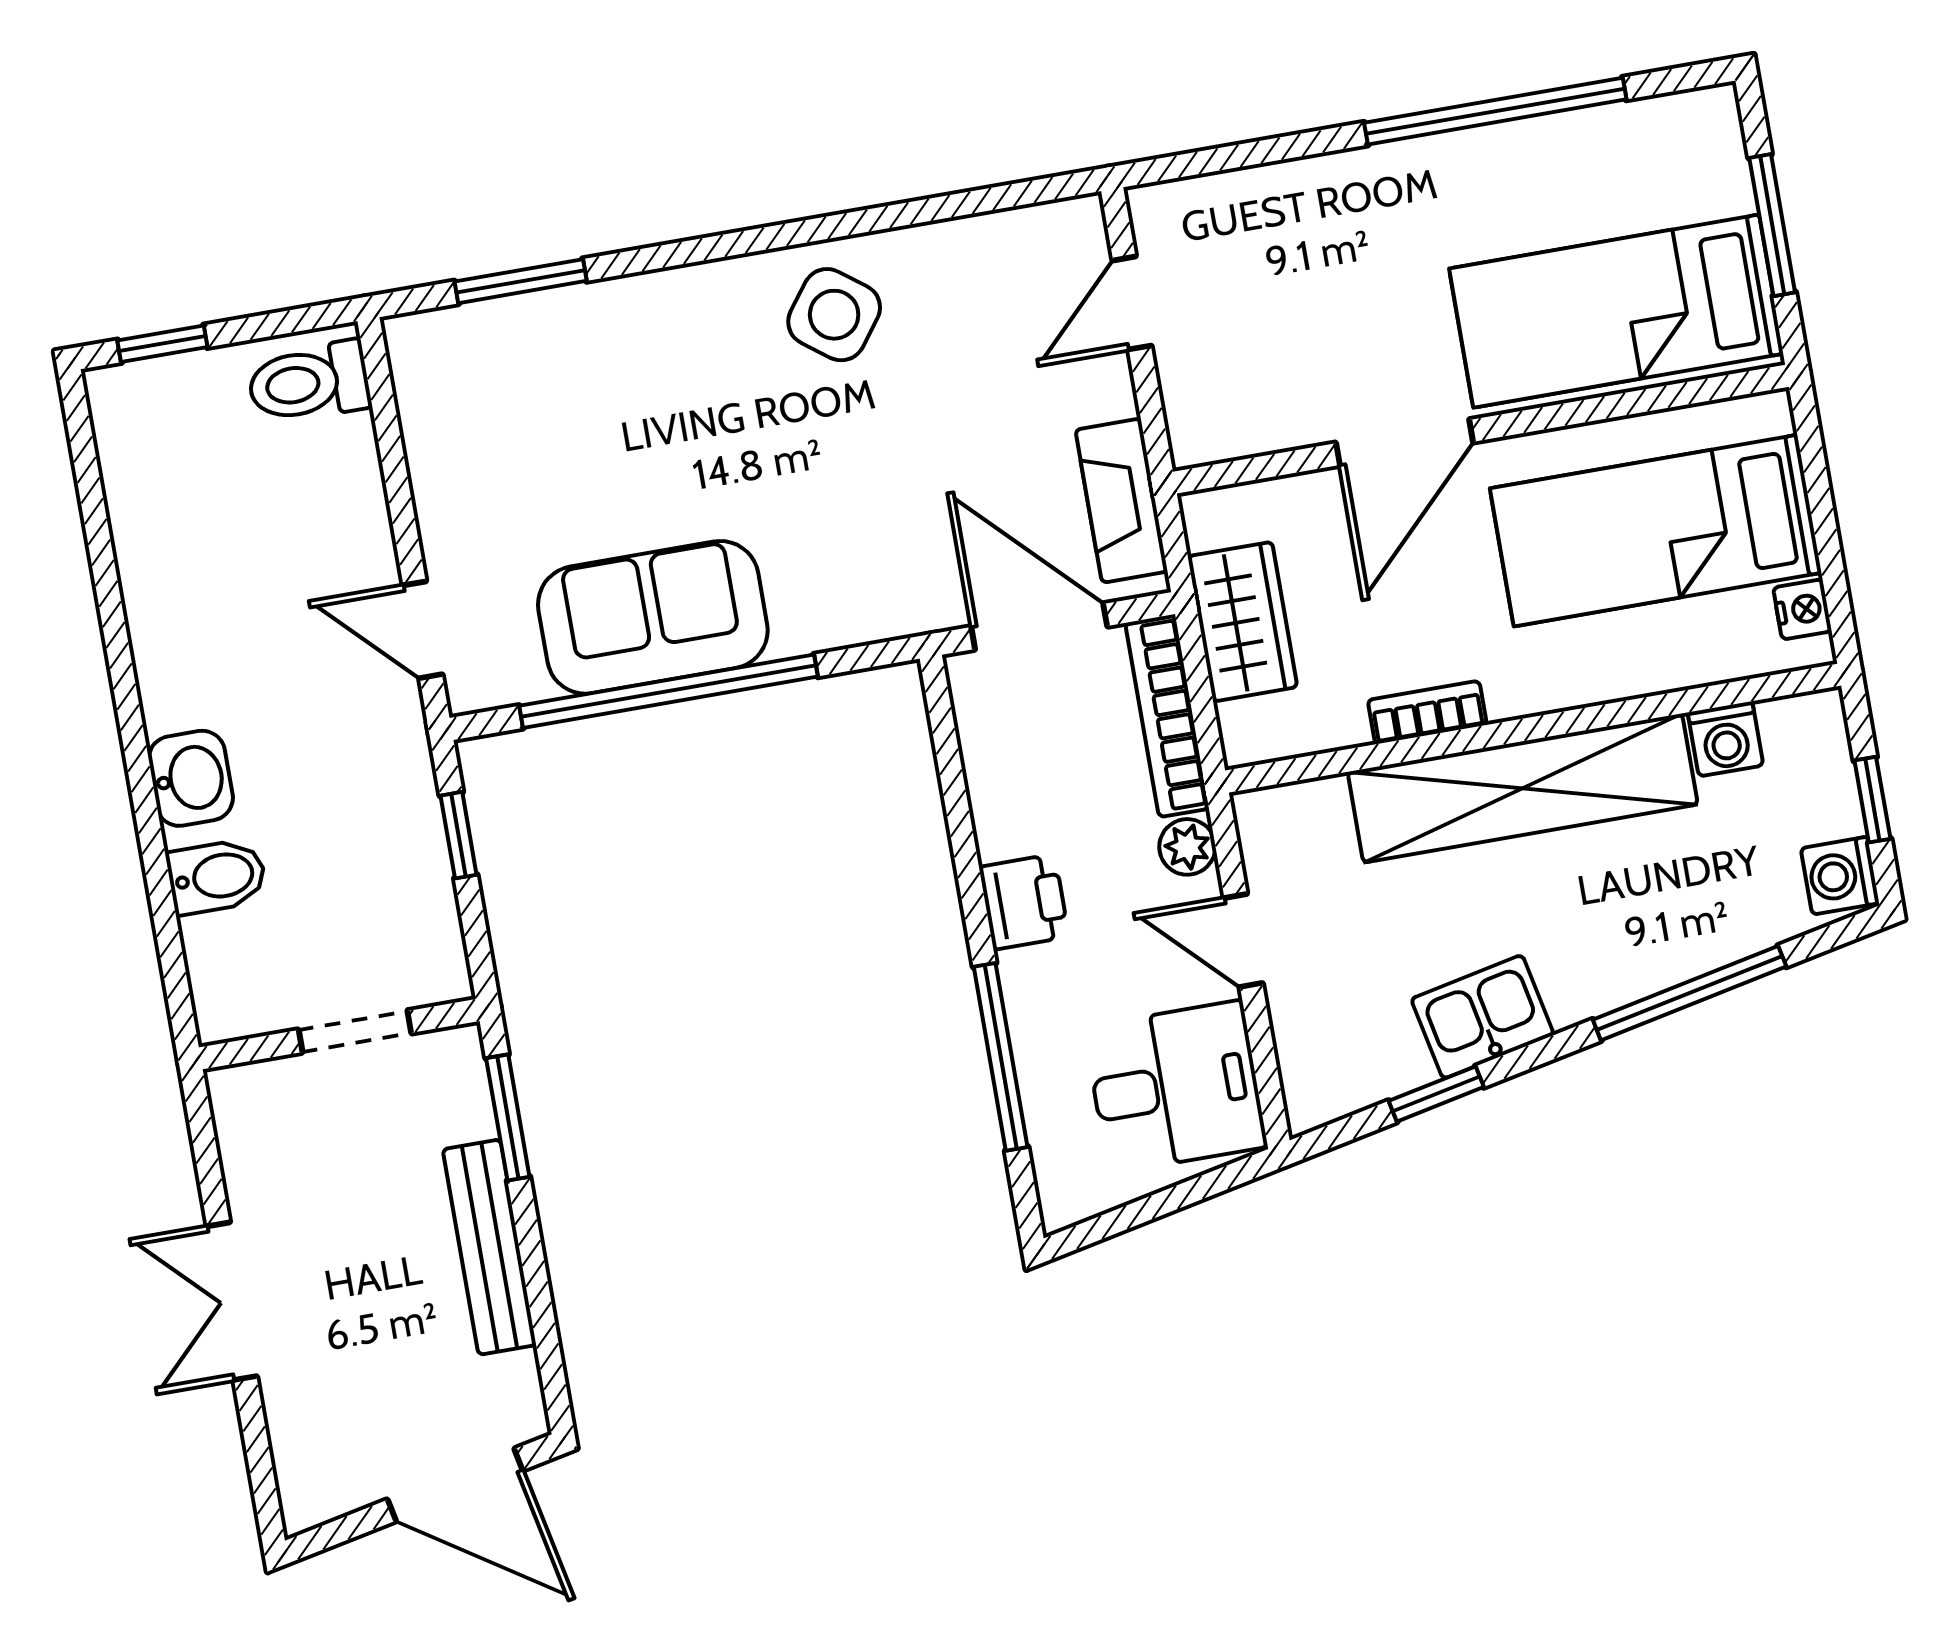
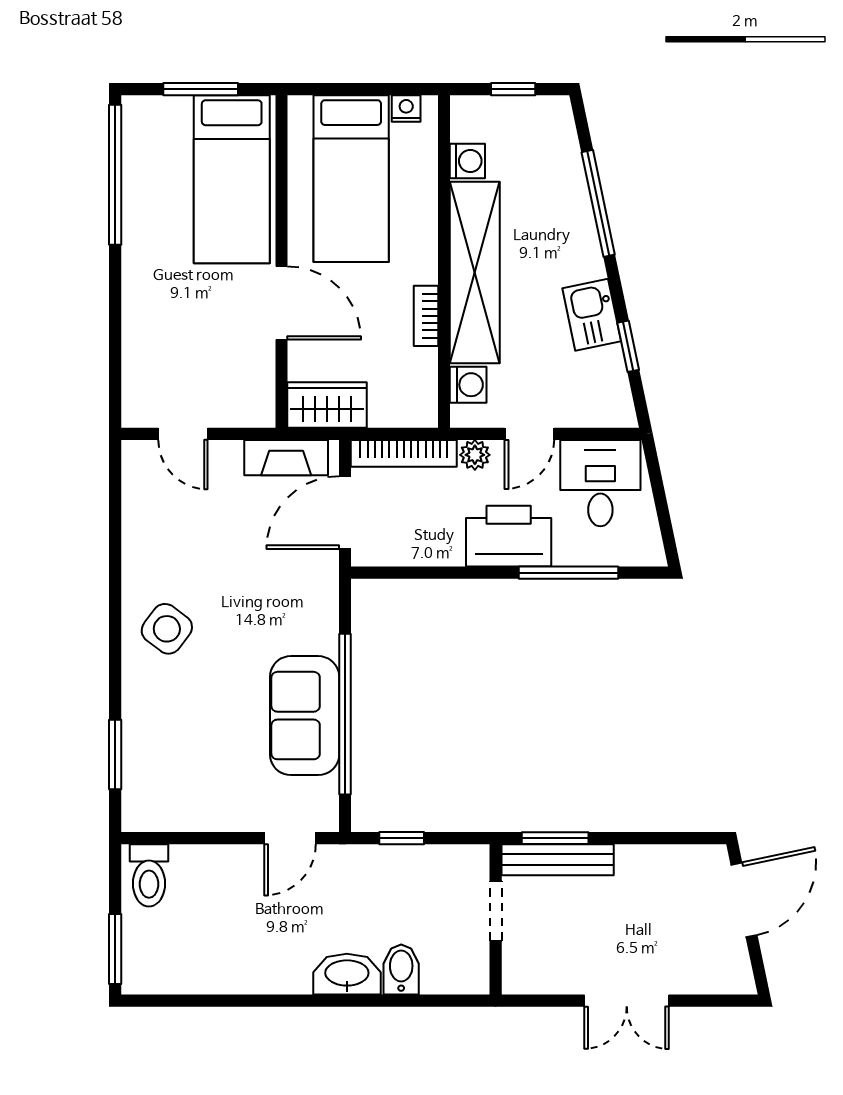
window: (1495, 111) -> (115, 175), moved
side table: (834, 315) -> (167, 629), moved
window: (162, 344) -> (115, 949), width x1.50
wardrobe: (1242, 622) -> (327, 405), moved
washbasin: (191, 778) -> (347, 974), width x1.38
washing machine: (1840, 876) -> (468, 385), moved, turned -90
printer: (1024, 902) -> (509, 536), width x1.87, depth x1.48
bench: (489, 1247) -> (558, 860), moved

